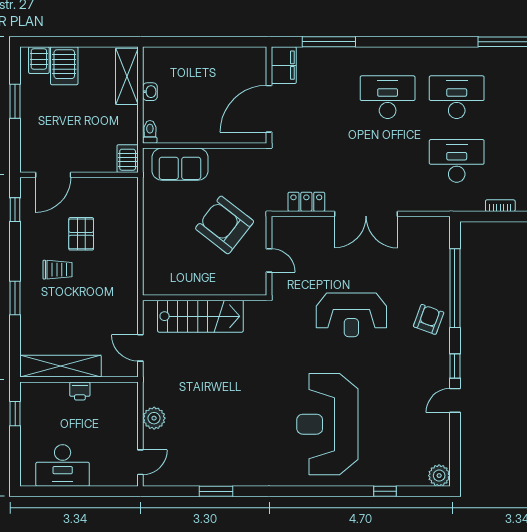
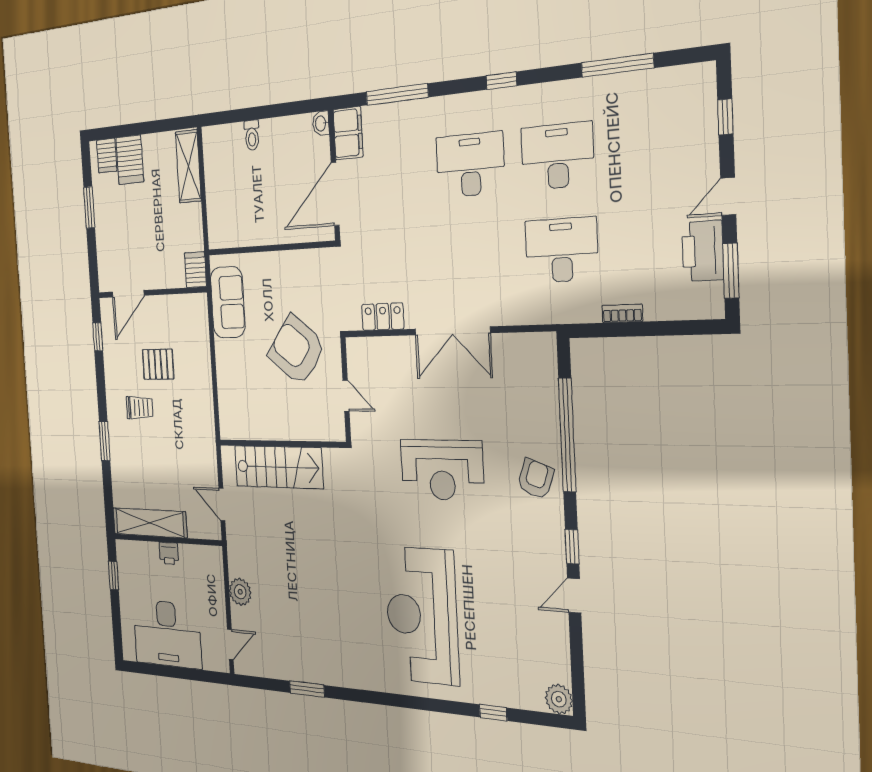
window: (416, 42) -> (501, 81), added
washbasin: (150, 92) -> (321, 123), moved, turned 180
toilet: (150, 132) -> (252, 135), moved, turned 180
sofa: (180, 164) -> (228, 302), moved, turned -90
pallet: (81, 234) -> (158, 364), turned 90
desk: (63, 466) -> (167, 634), width x1.36, depth x1.30

